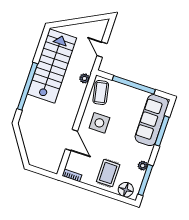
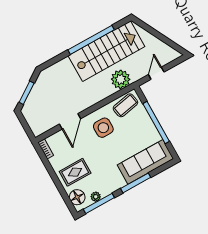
plant: (84, 78) -> (121, 79), width x1.87, depth x1.87
window: (27, 86) -> (91, 40), moved
window: (162, 131) -> (136, 183), moved
window: (22, 148) -> (27, 93), added
plant: (143, 166) -> (96, 197), moved

